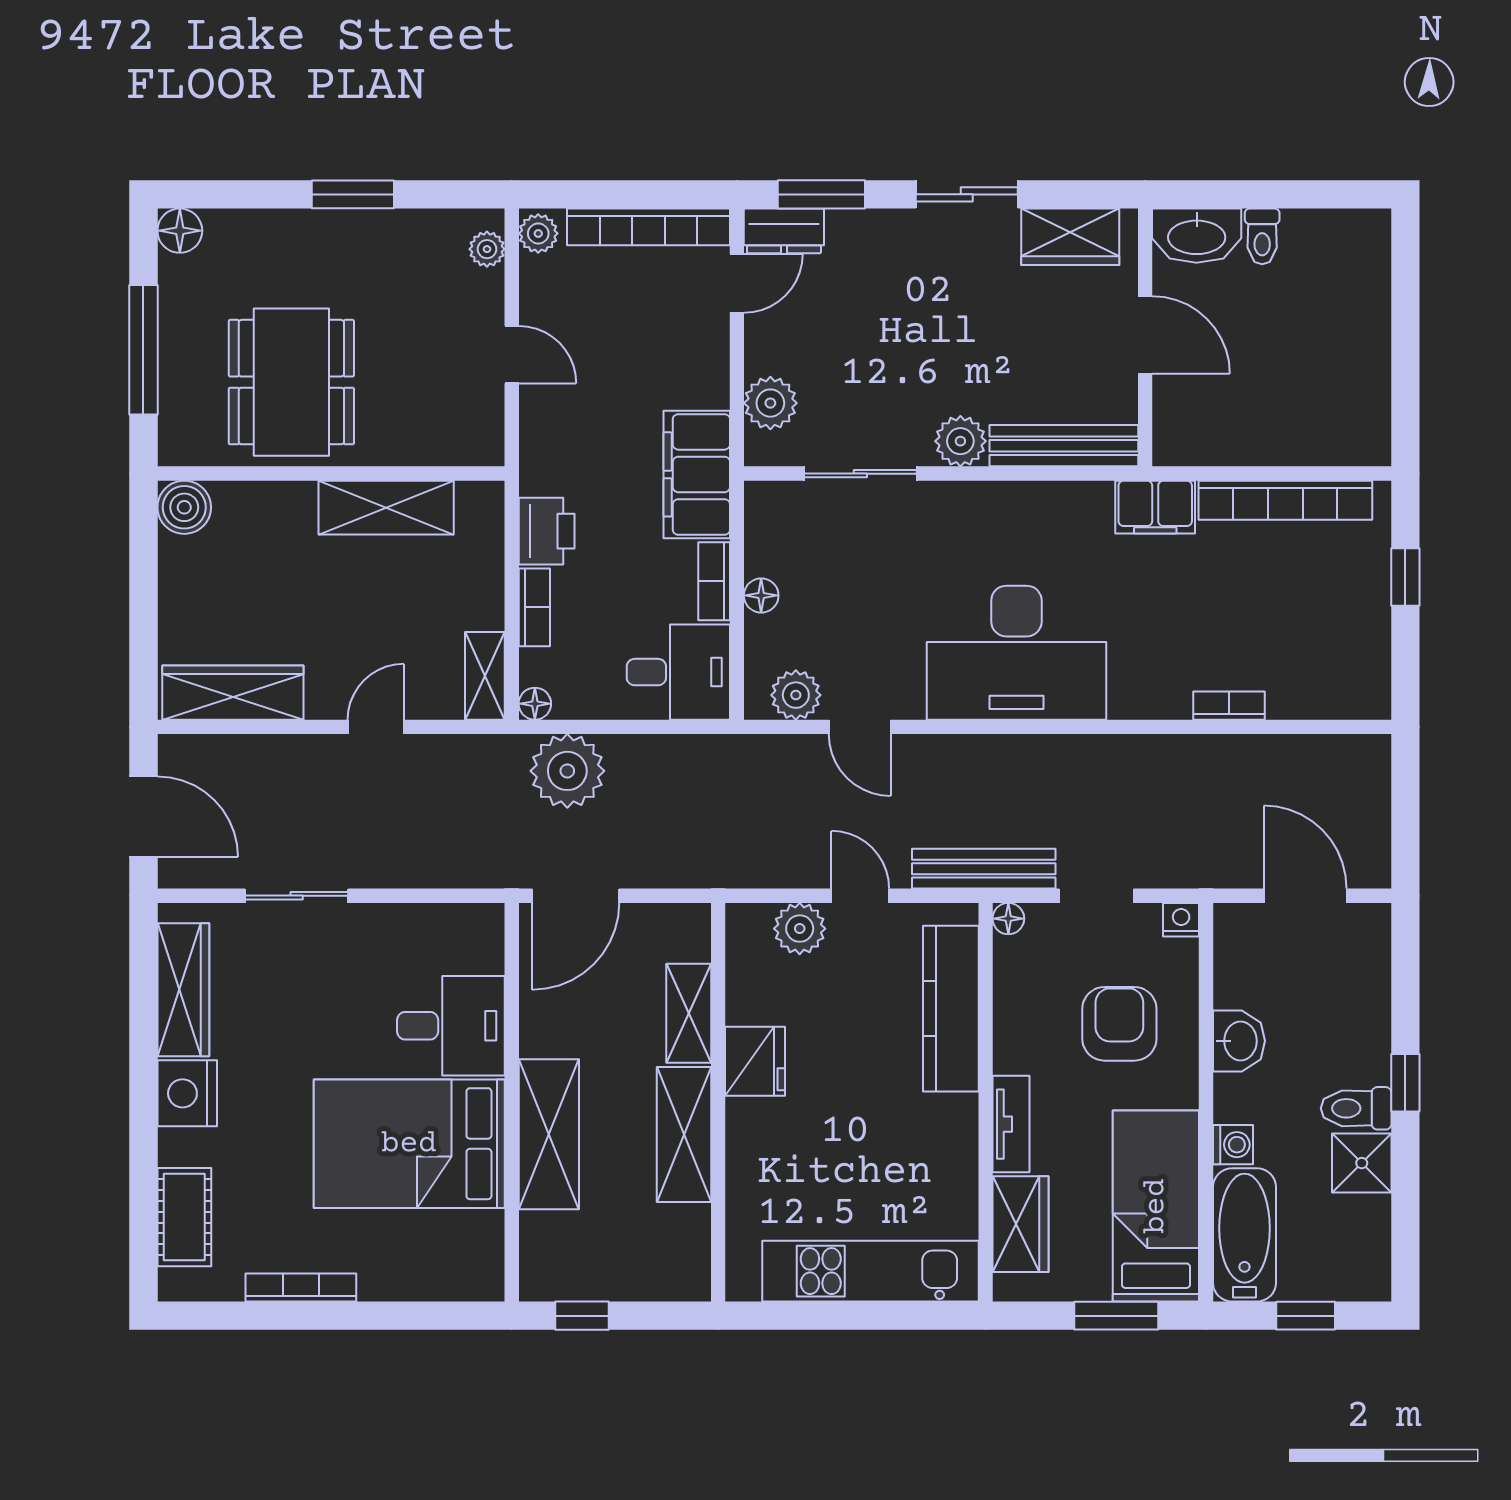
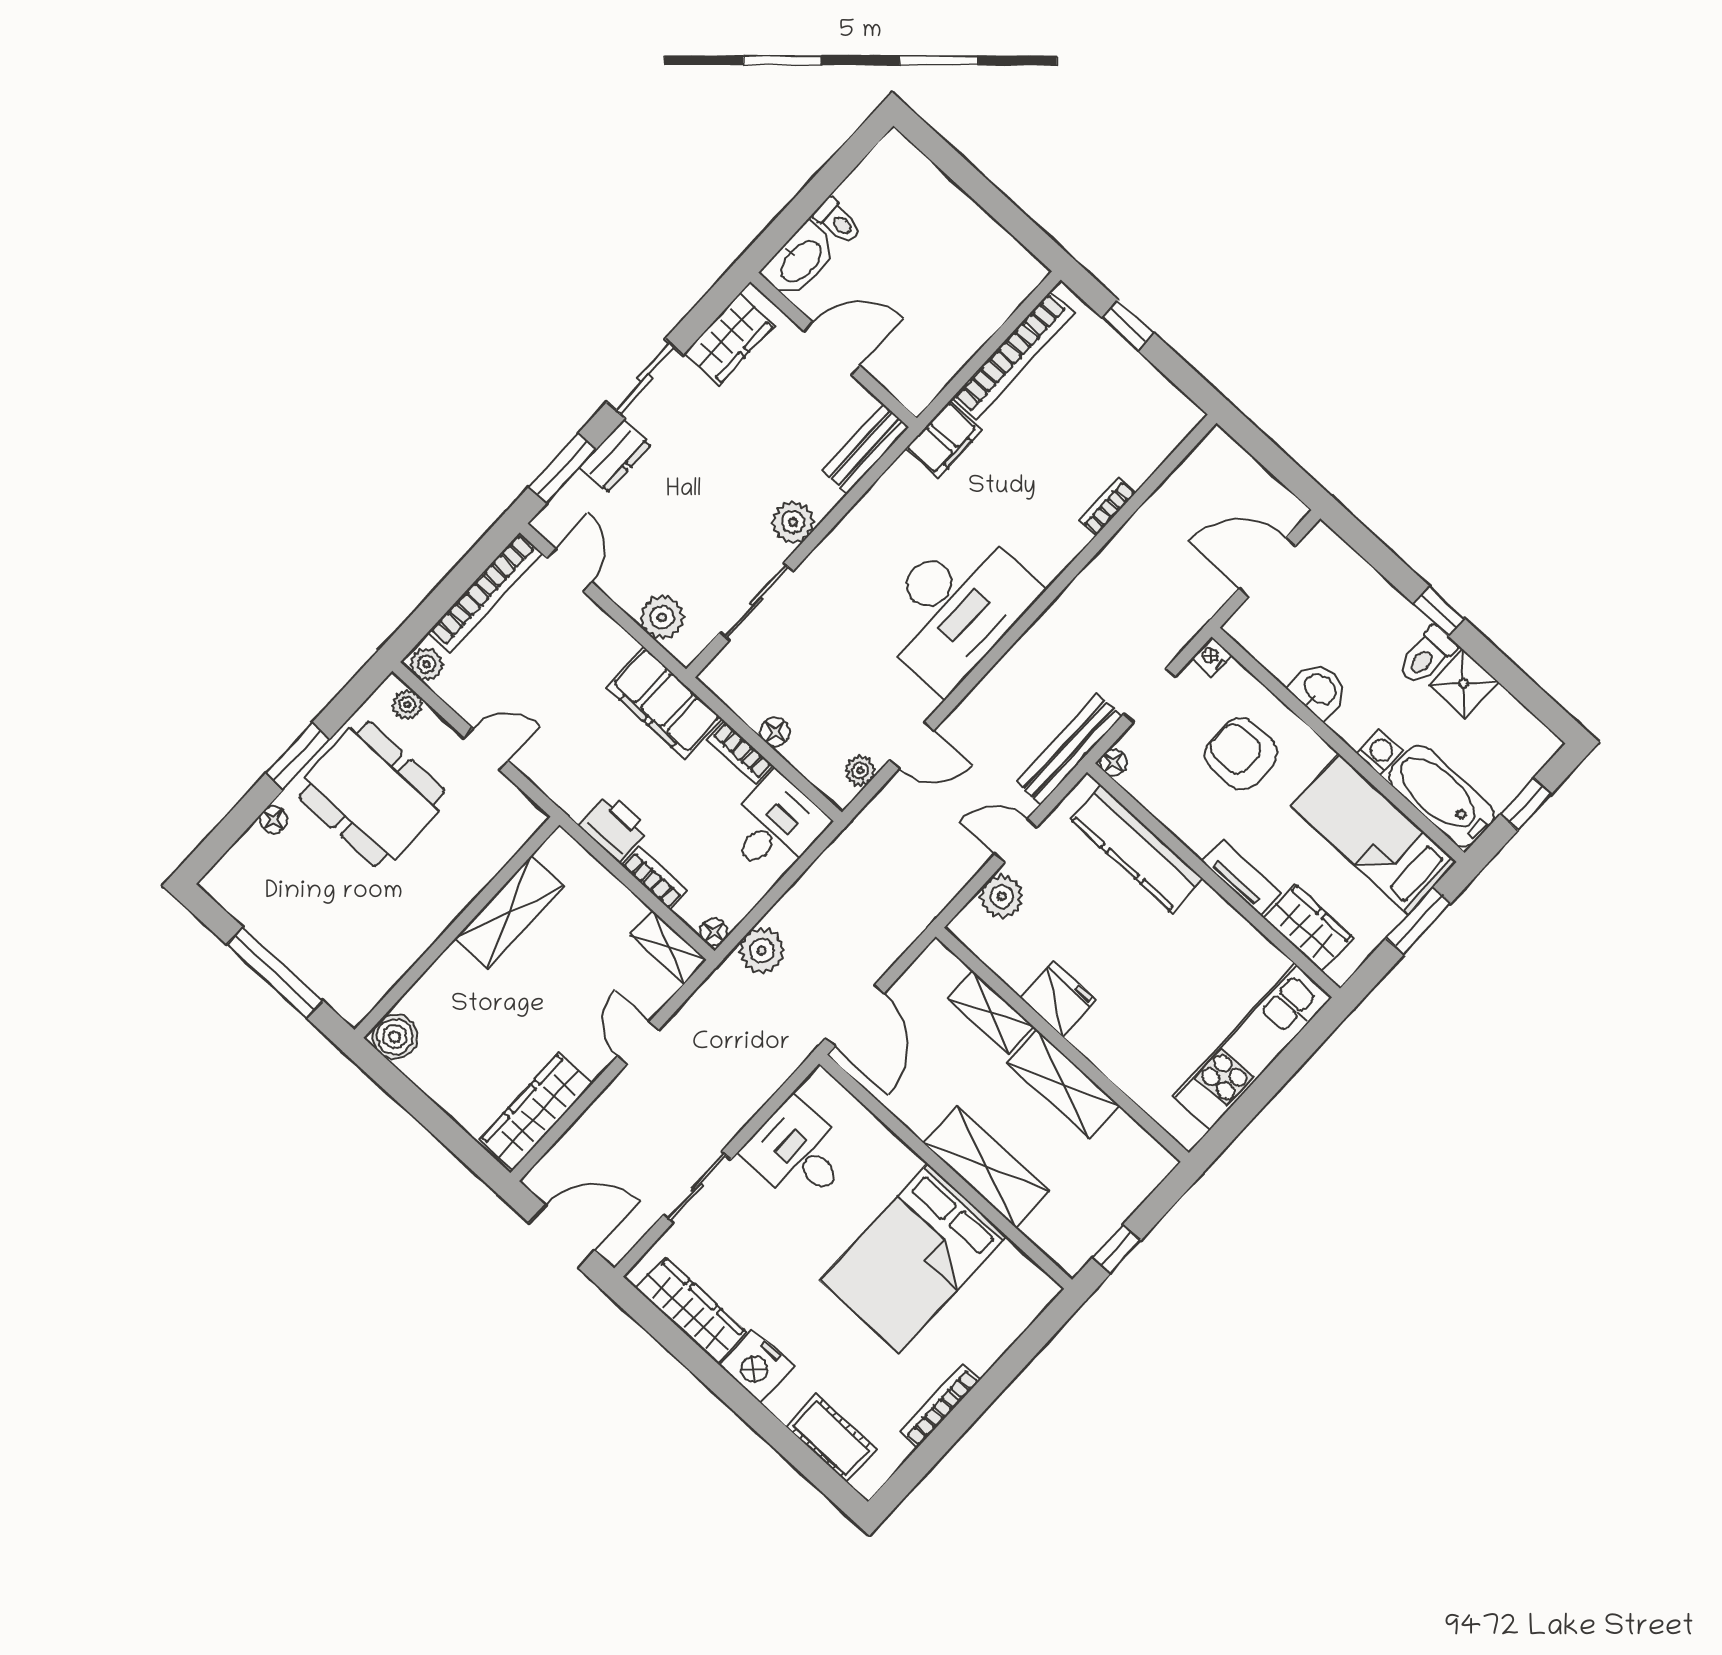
floor lamp: (180, 231) -> (274, 820), moved, width x0.73, depth x0.73
dresser: (784, 231) -> (615, 456), moved
dining table: (291, 382) -> (372, 794), moved
bench: (1064, 446) -> (865, 449), width x0.73
plant: (796, 695) -> (860, 771), width x0.73, depth x0.73
plant: (567, 771) -> (762, 951), width x0.73, depth x0.73
desk: (451, 1026) -> (798, 1152), moved, turned -90

